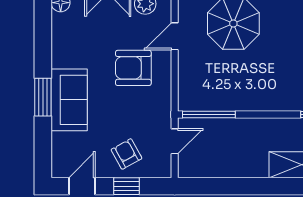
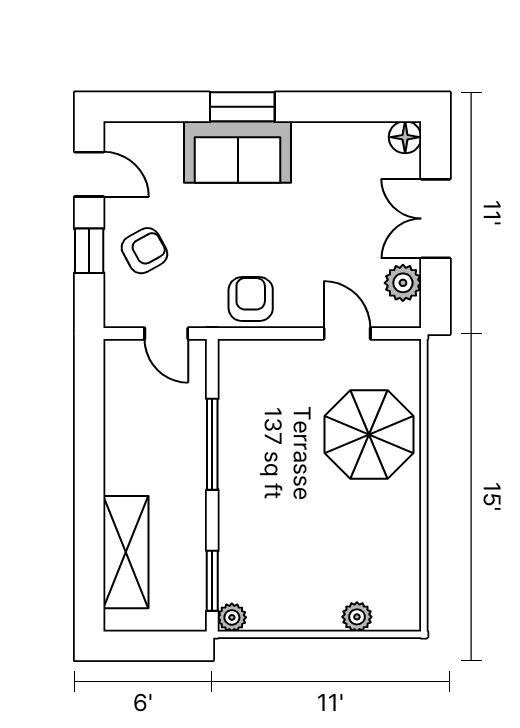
armchair: (133, 68) -> (251, 299), moved, width x0.72, depth x0.72
window: (209, 115) -> (212, 444), moved

